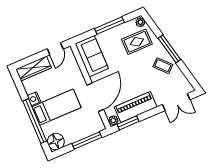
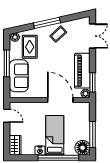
sofa: (92, 56) -> (19, 76), moved, turned 90
wardrobe: (33, 68) -> (15, 145), width x0.67
window: (87, 141) -> (93, 134), moved

